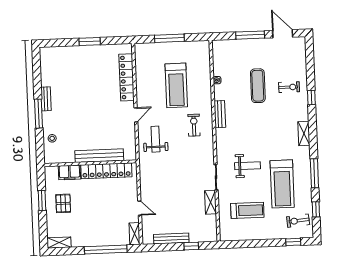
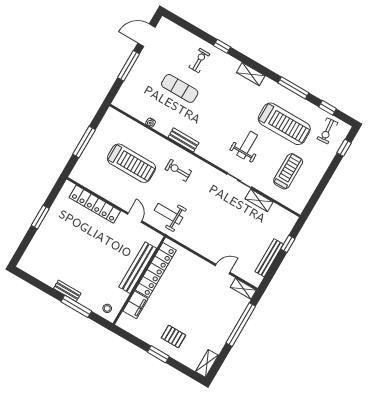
bench: (99, 156) -> (138, 268), moved
wall: (90, 163) -> (139, 280), moved
locker: (106, 171) -> (156, 270), moved
filing cabinet: (69, 172) -> (136, 305), moved

